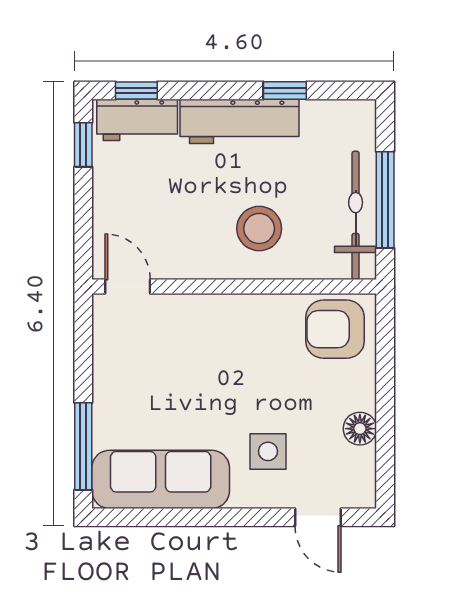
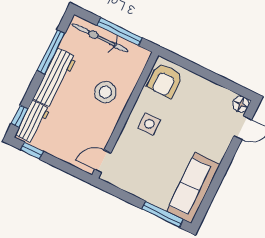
window: (285, 90) -> (51, 52), width x2.17
bicycle: (356, 215) -> (100, 38), moved
floor lamp: (360, 429) -> (241, 104), moved
side table: (268, 451) -> (149, 124), moved

